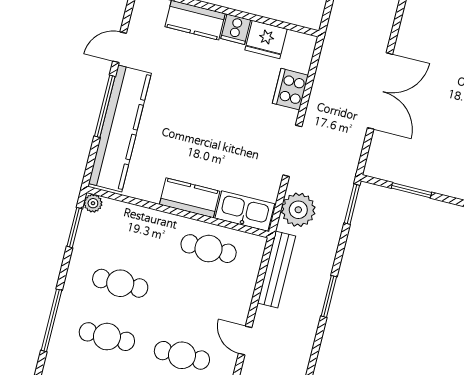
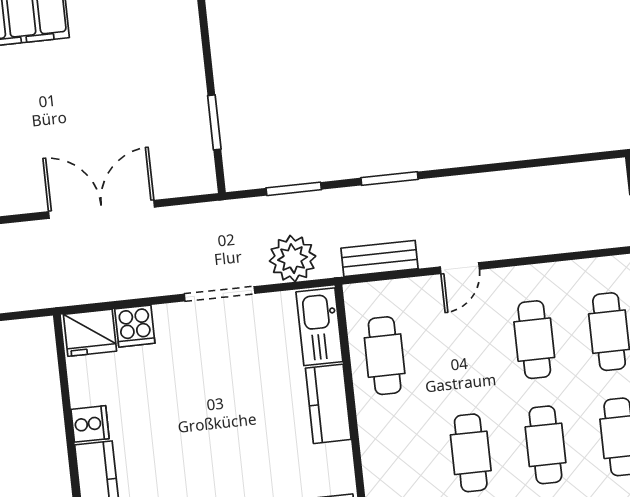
fridge: (266, 39) -> (90, 333), moved, turned 90
cooker: (290, 89) -> (135, 326), width x0.73
window: (352, 204) -> (294, 189), moved
bench: (277, 269) -> (380, 258), width x0.73
door: (245, 340) -> (460, 268), moved

